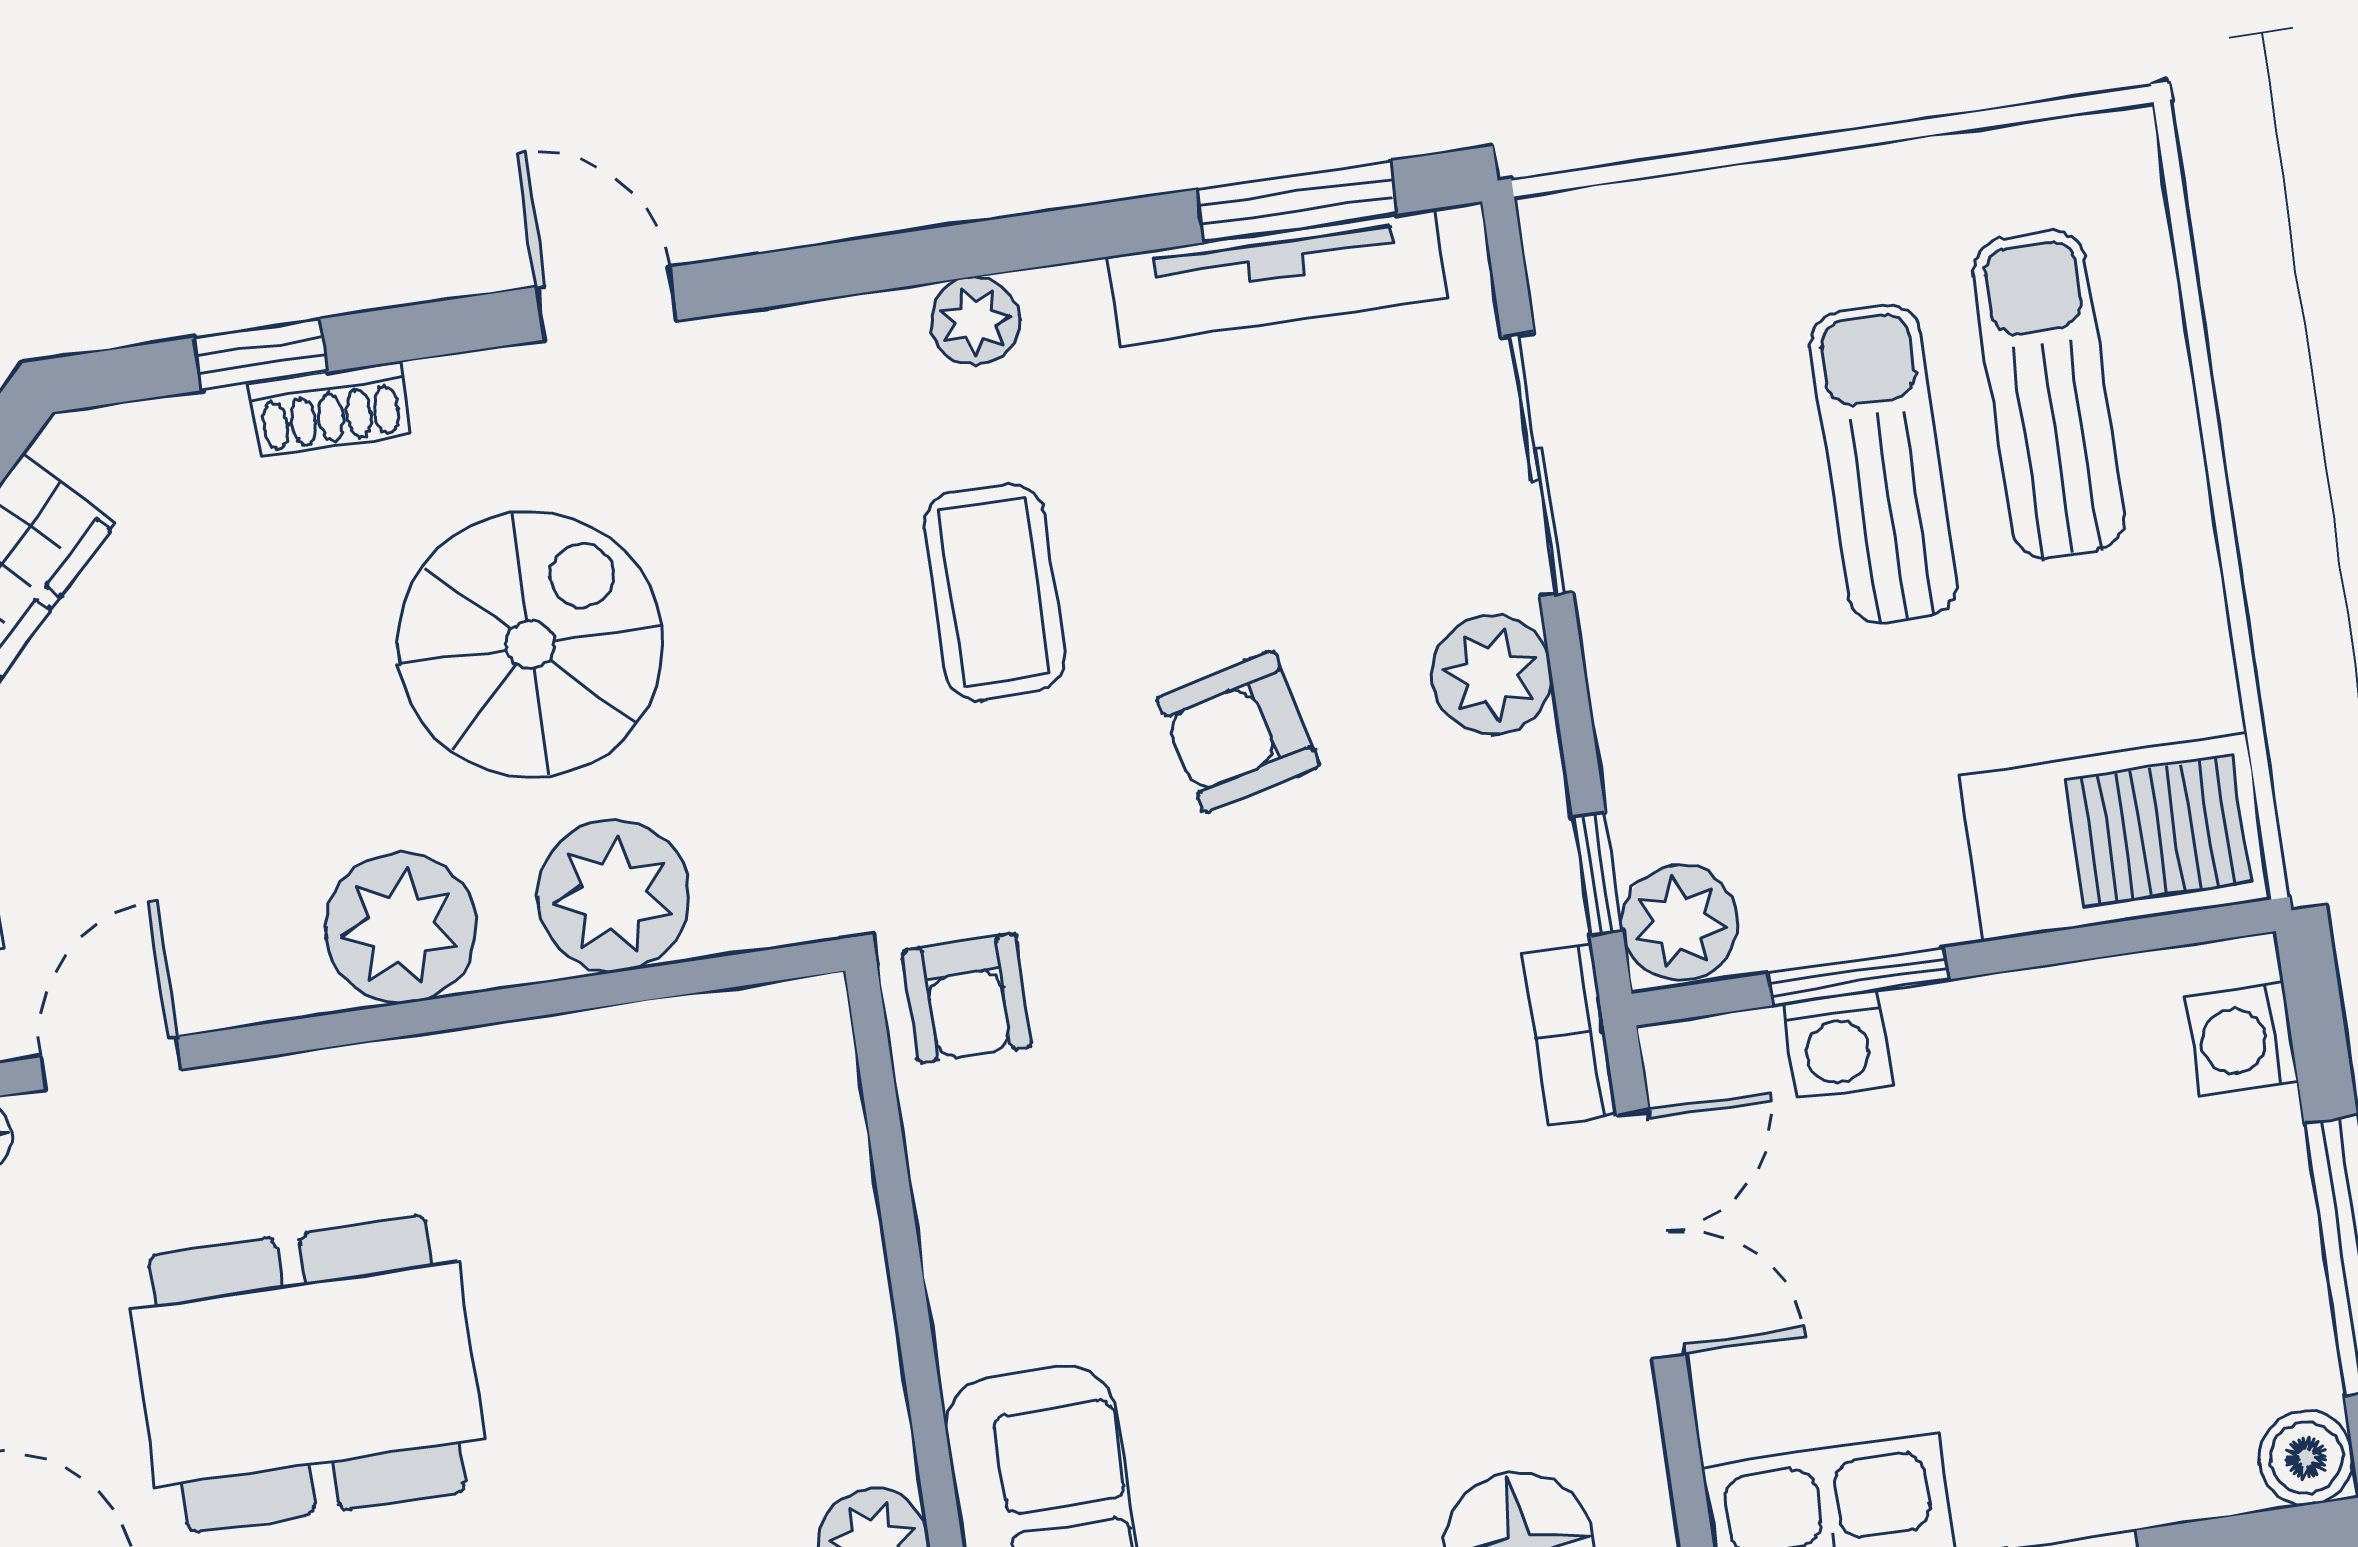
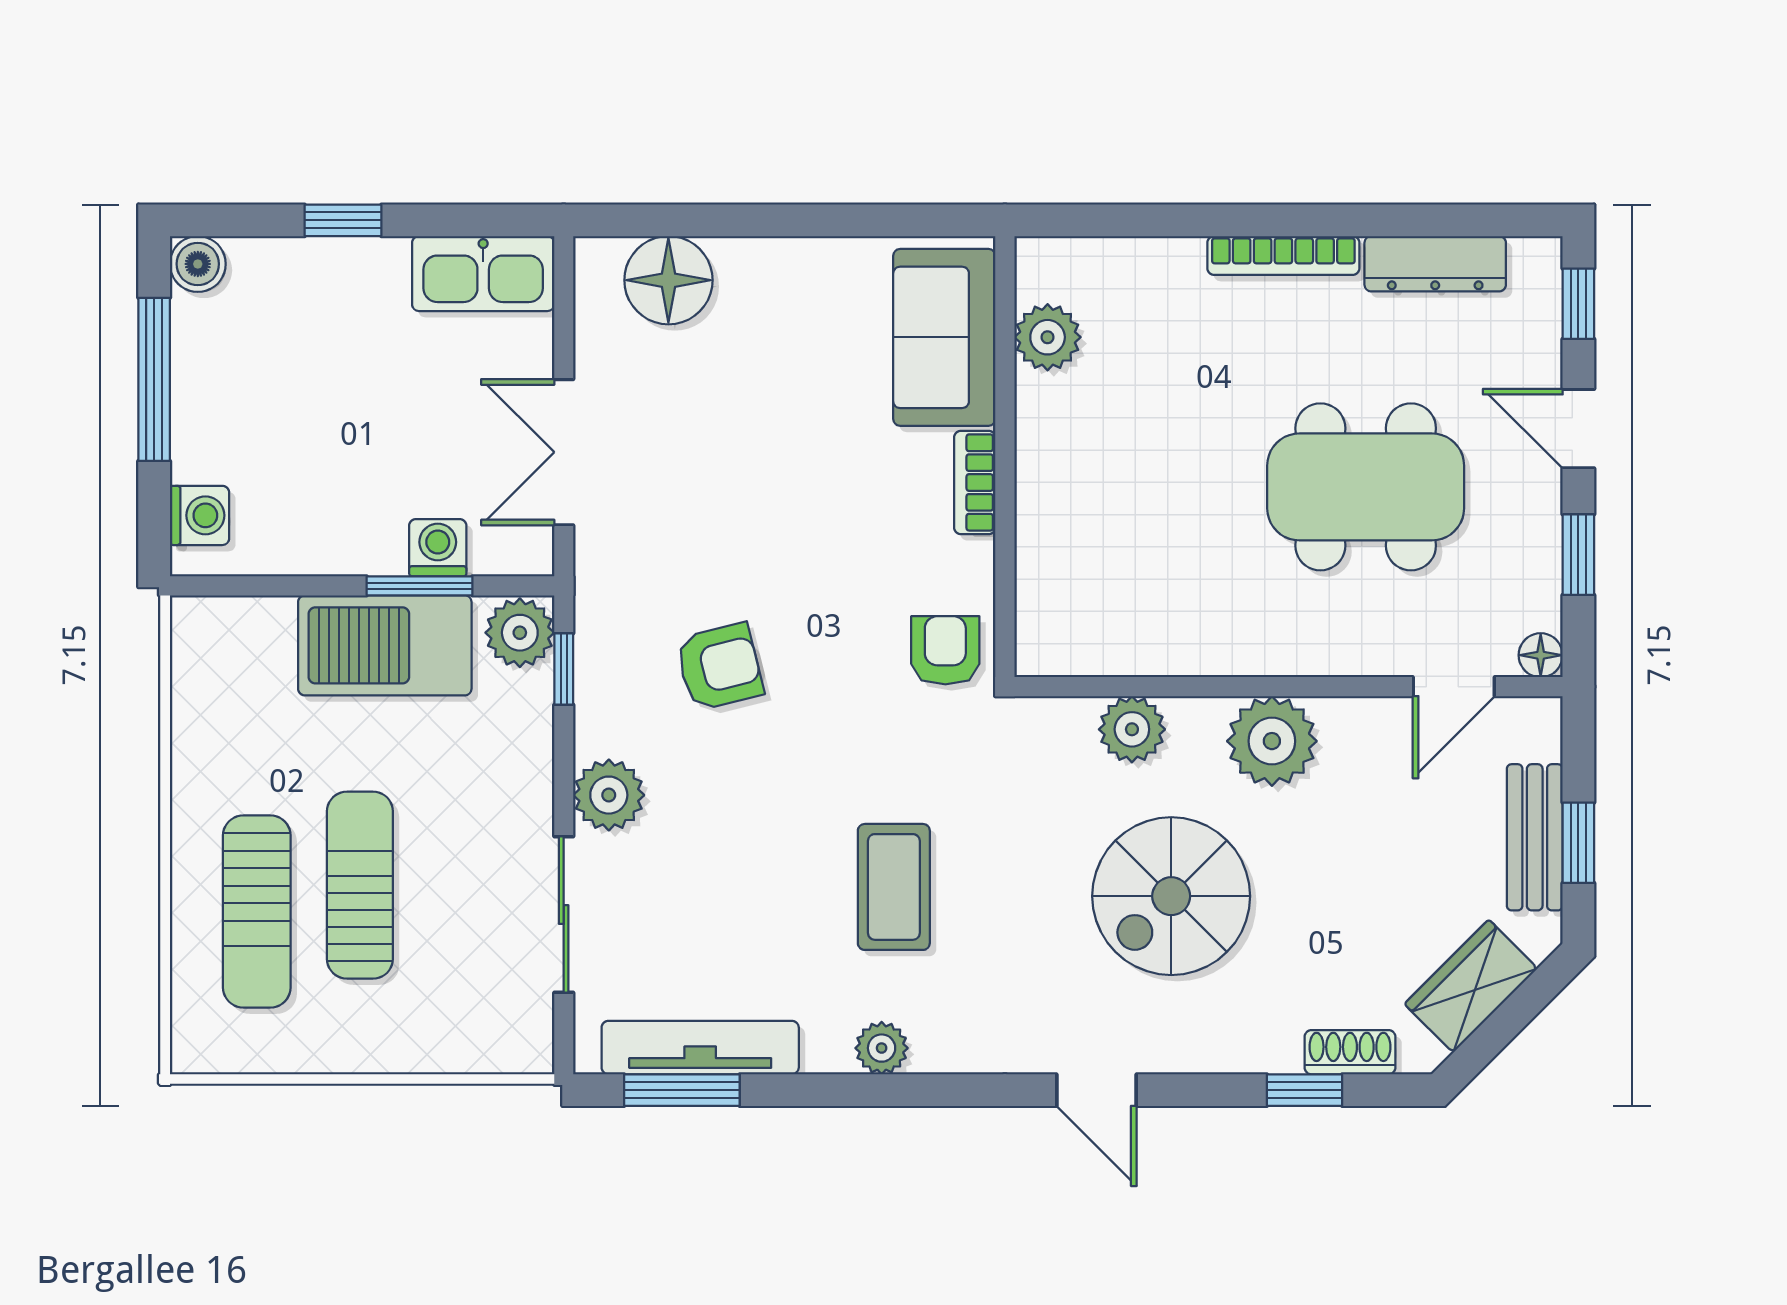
shoe rack: (330, 409) -> (1350, 1052), moved
sun lounger: (1884, 464) -> (360, 885), turned 180
armchair: (1239, 732) -> (719, 667), moved
barbecue: (2115, 837) -> (385, 645), moved
plant: (614, 896) -> (1132, 729), width x0.73, depth x0.73
bookcase: (1570, 1034) -> (975, 482), moved, turned 180

